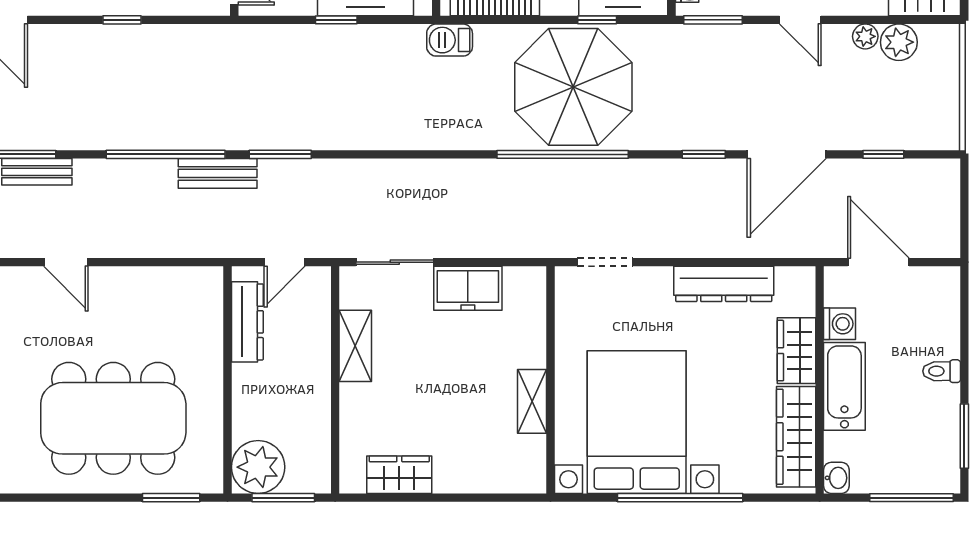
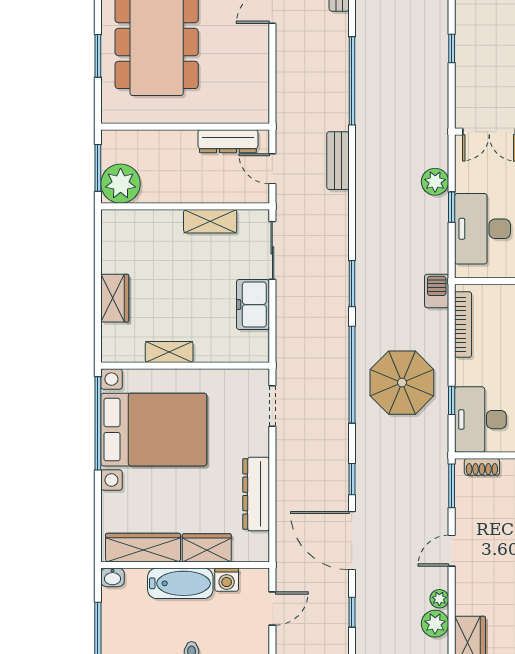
plant: (302, 42) -> (435, 182), added
parasol: (573, 87) -> (402, 383), width x0.73, depth x0.73
window: (280, 154) -> (352, 284), moved
bench: (218, 173) -> (338, 161), moved
door: (878, 262) -> (272, 608), width x0.73
plant: (258, 467) -> (121, 184), moved
wardrobe: (399, 475) -> (115, 298), moved
window: (171, 498) -> (98, 56), moved
window: (680, 498) -> (98, 423), moved

